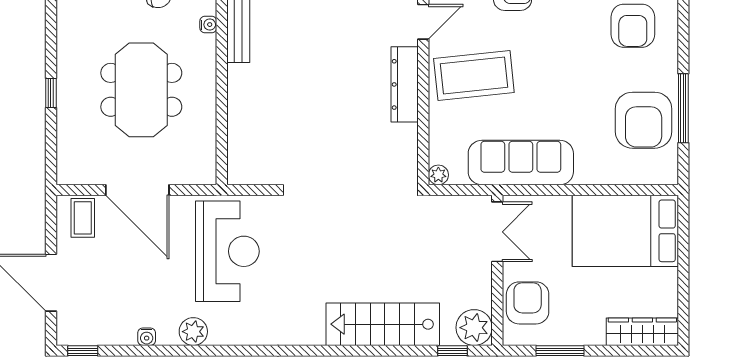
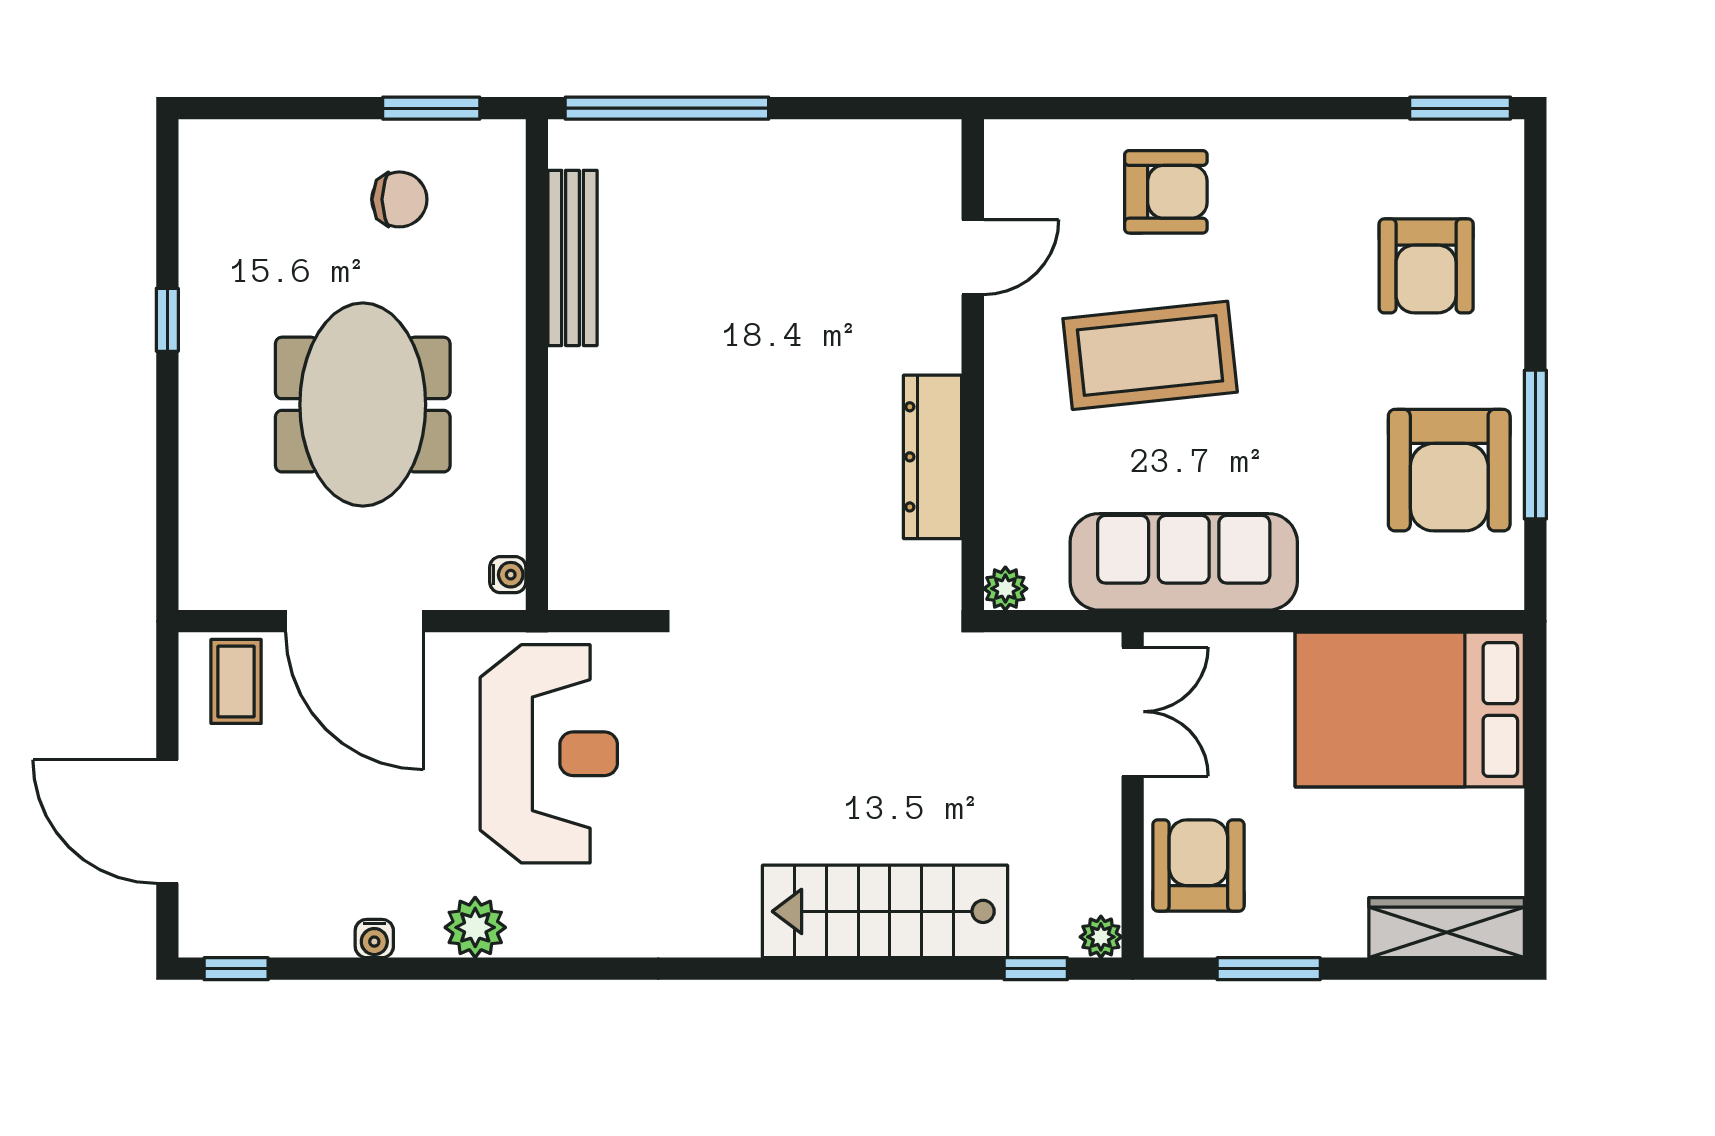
water cooler: (208, 25) -> (508, 575), moved
coffee table: (474, 75) -> (1150, 355), moved
dresser: (405, 84) -> (933, 457), moved
window: (51, 93) -> (167, 320), moved
plant: (474, 328) -> (1101, 937), width x0.53, depth x0.53

